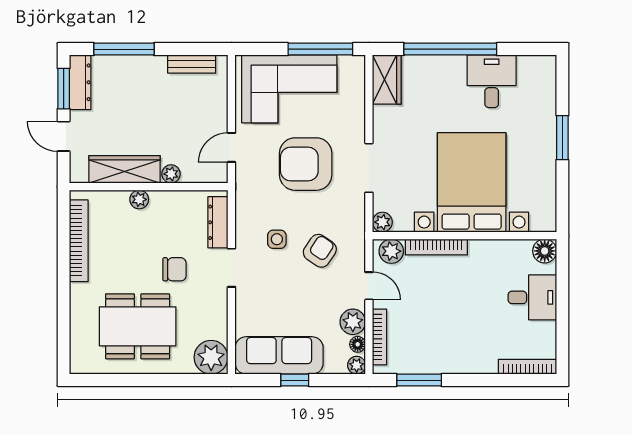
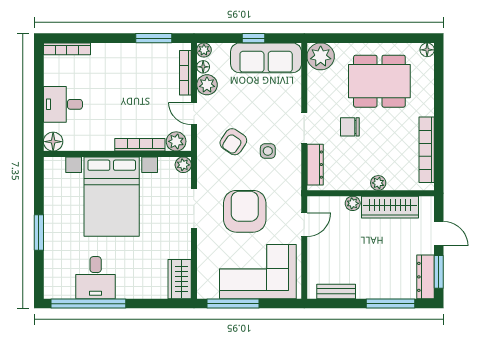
window: (450, 49) -> (88, 304), moved
armchair: (306, 164) -> (245, 211), turned -90
floor lamp: (78, 365) -> (427, 50), added

